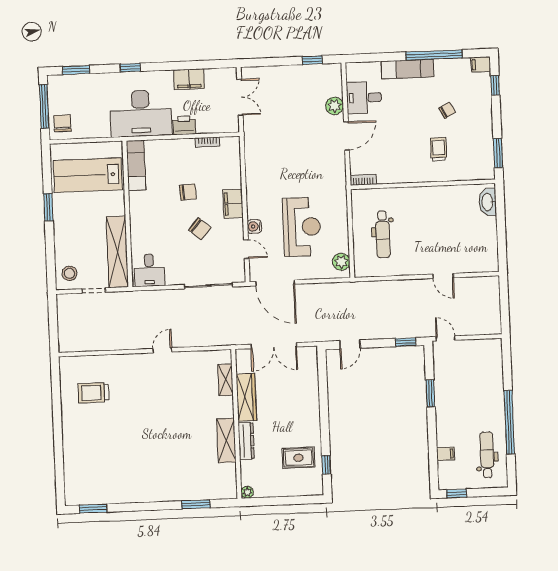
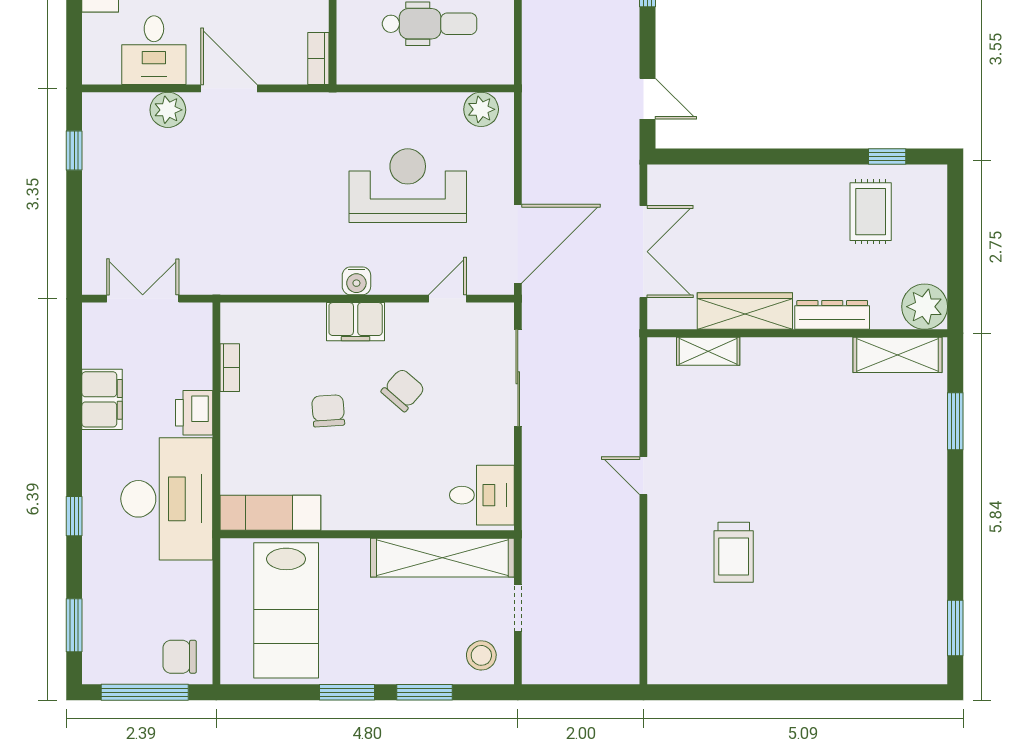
water cooler: (254, 226) -> (356, 281), moved
window: (50, 246) -> (425, 692), added
trolley: (93, 393) -> (734, 552), moved
shelving: (226, 440) -> (897, 355), moved
plant: (247, 492) -> (925, 307), width x1.87, depth x1.87

